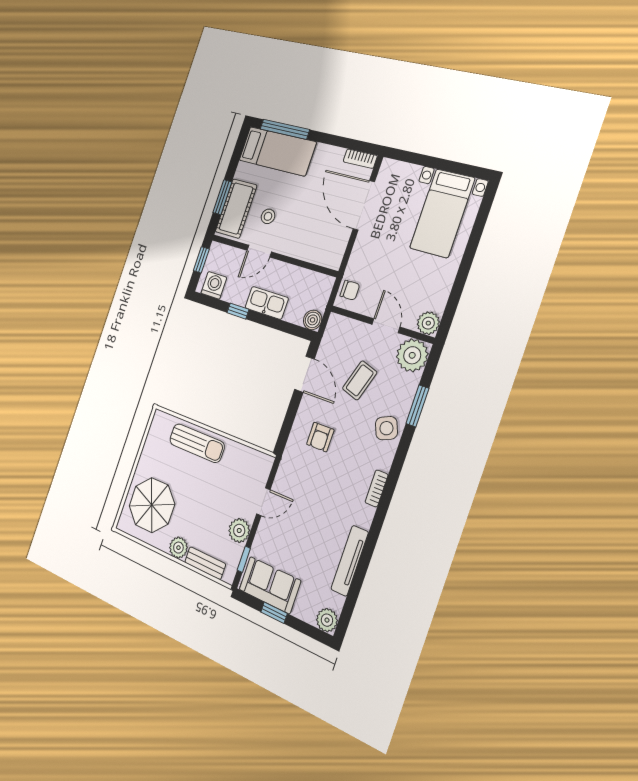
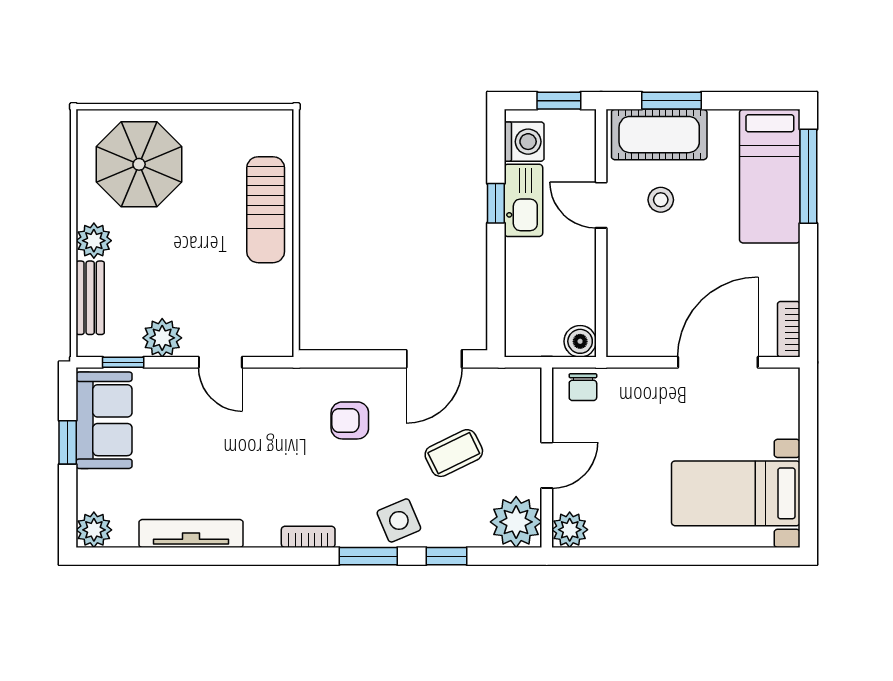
kitchen sink: (267, 303) -> (523, 200), moved
boiler: (313, 320) -> (580, 341), moved
coffee table: (360, 380) -> (454, 453), turned -44
window: (417, 406) -> (446, 556), width x0.67
window: (401, 455) -> (368, 556), added

